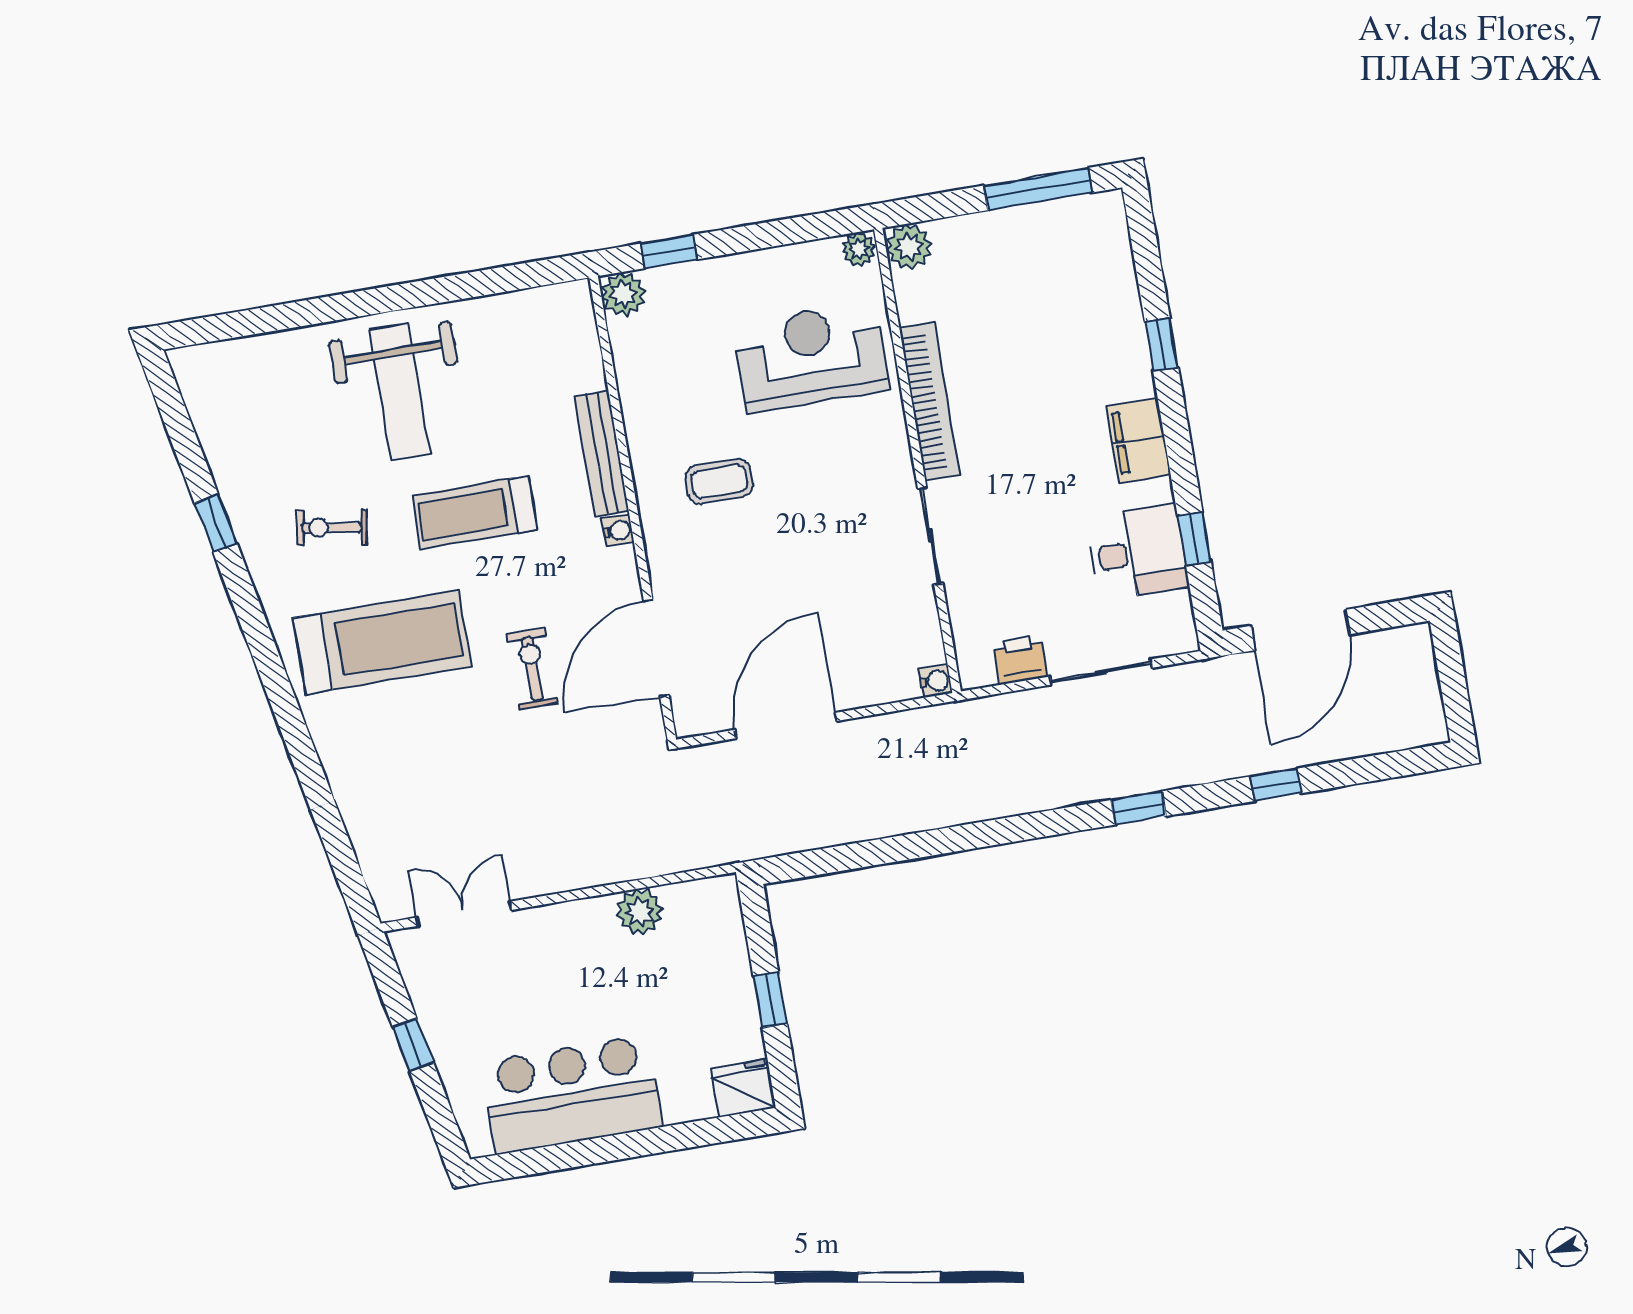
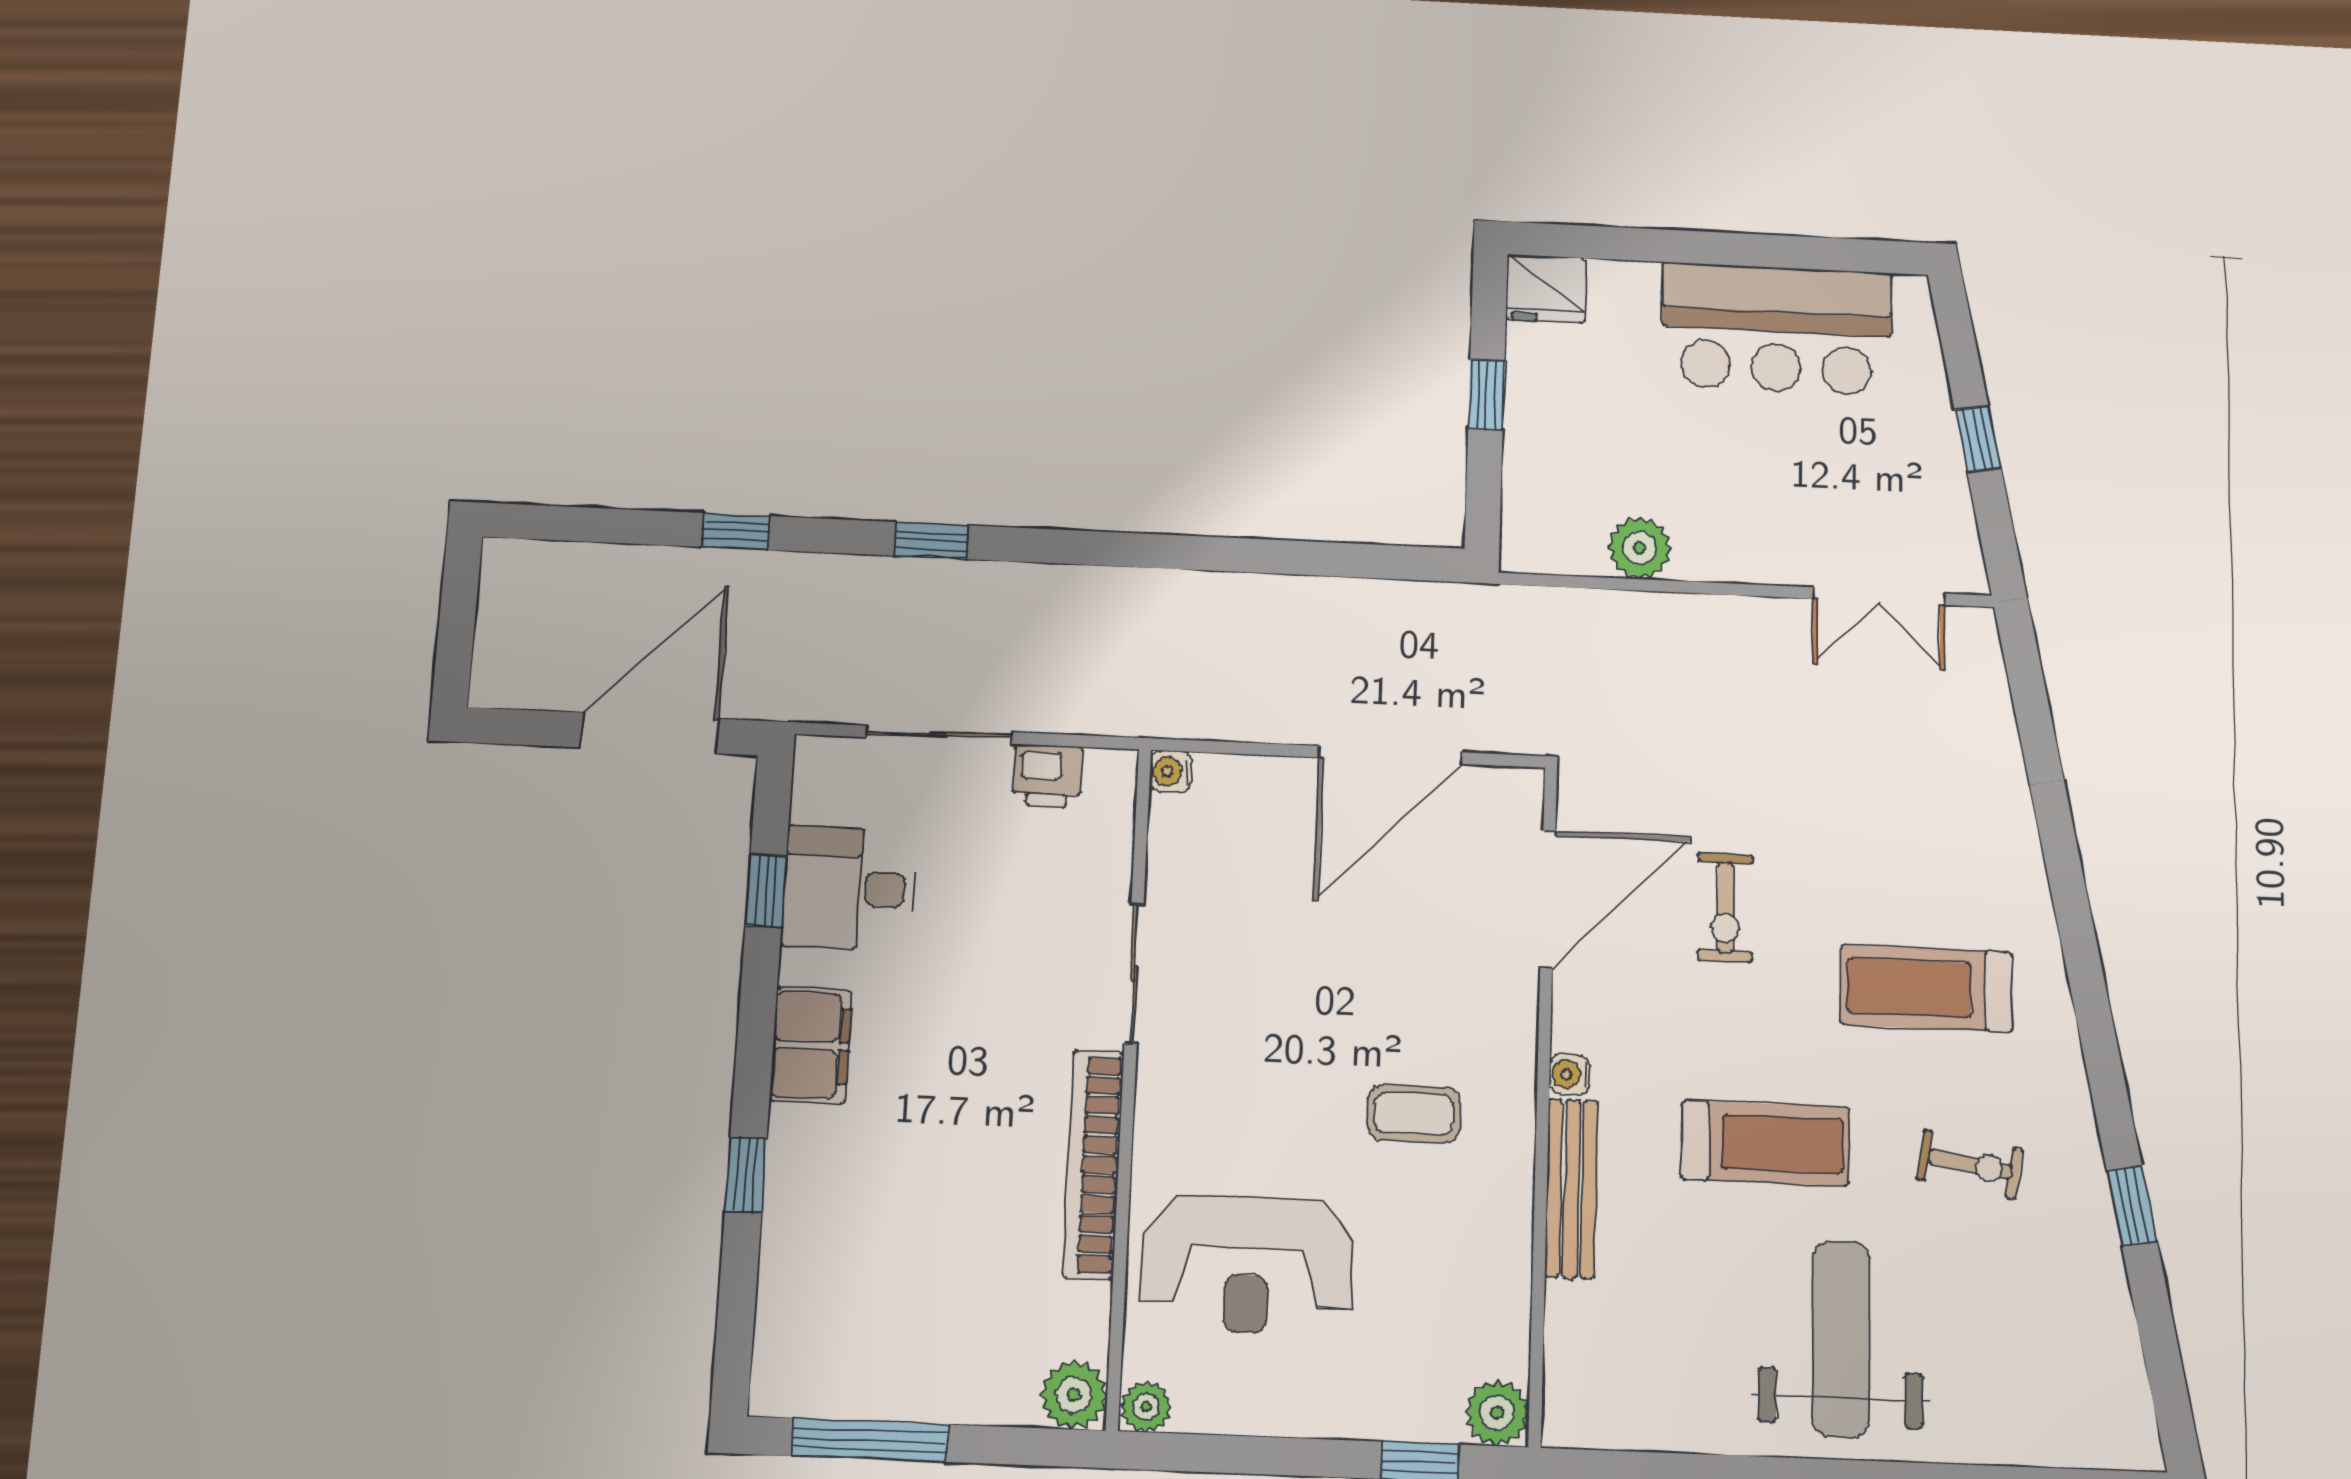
treadmill: (382, 642) -> (1926, 988), width x0.73, depth x0.73

